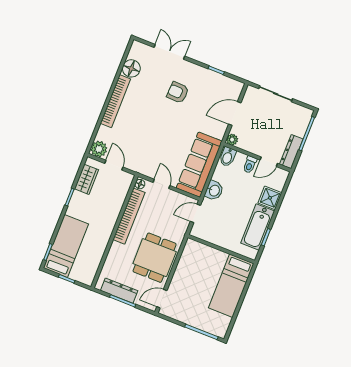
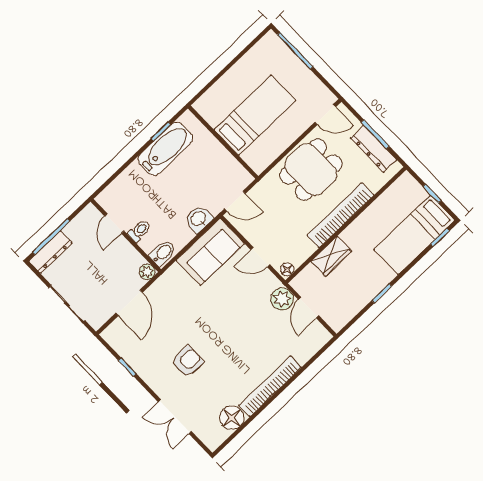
armchair: (178, 92) -> (188, 361), turned -93
door: (235, 114) -> (129, 303), hinge flipped
plant: (99, 149) -> (282, 299), moved
dresser: (291, 152) -> (50, 252), moved
door: (269, 162) -> (114, 224), swing flipped
sofa: (199, 165) -> (210, 252), width x0.73
wardrobe: (87, 179) -> (331, 256), moved, turned 180
door: (161, 184) -> (260, 257), hinge flipped
shower: (270, 198) -> (133, 178), removed
bookcase: (129, 216) -> (341, 215), moved
bed: (231, 286) -> (255, 115), moved

